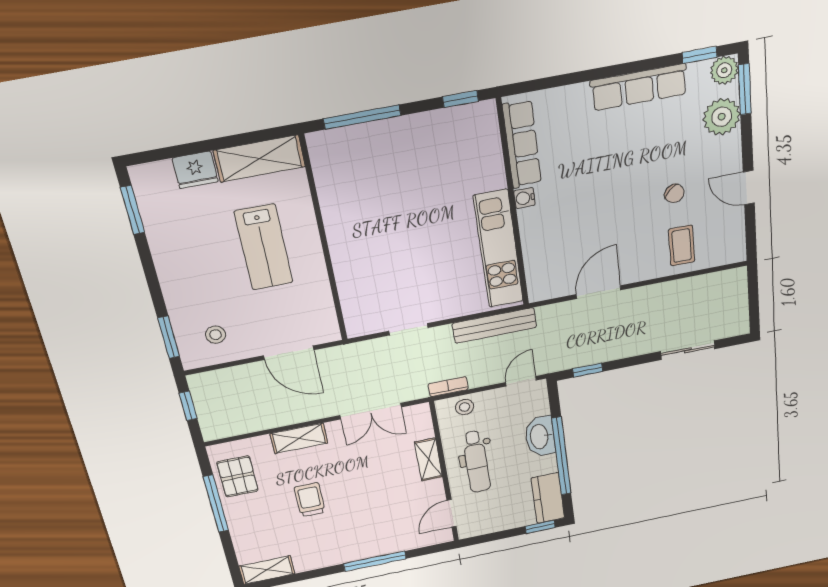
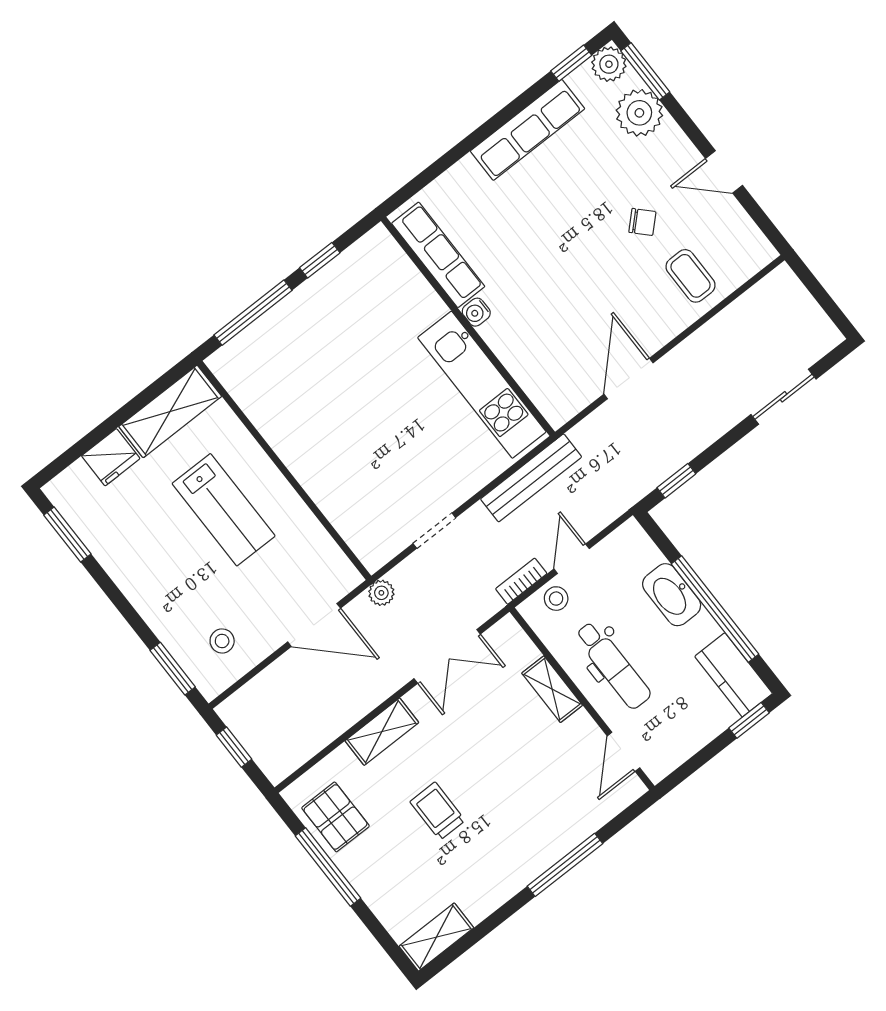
window: (460, 99) -> (320, 260), moved
plant: (348, 353) -> (381, 593), added
door: (521, 381) -> (572, 559), moved

